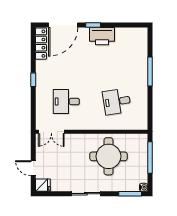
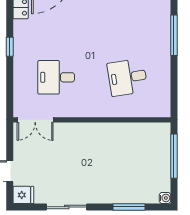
round table: (108, 156) -> (116, 154), removed
sliding door: (86, 194) -> (67, 207), moved
window: (130, 194) -> (129, 207), moved

